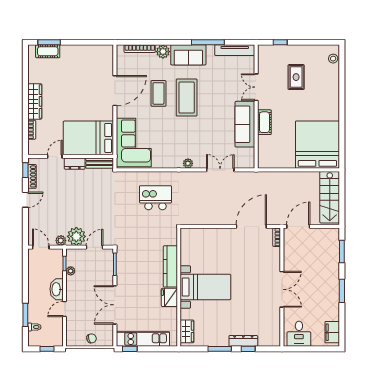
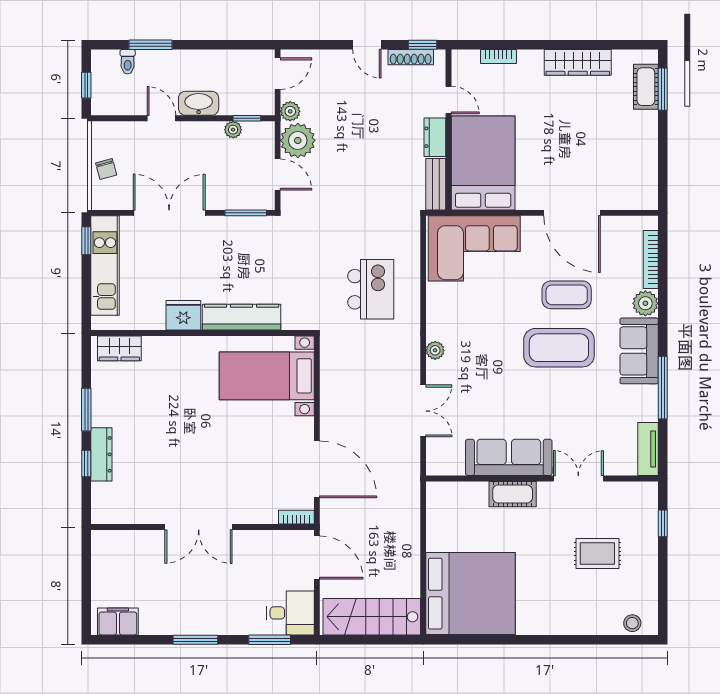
tv unit: (235, 50) -> (648, 449), width x0.71
wardrobe: (35, 101) -> (578, 62), moved
bed with nightstands: (205, 287) -> (267, 376), moved, turned 90
desk: (299, 334) -> (290, 613), moved, turned 180

